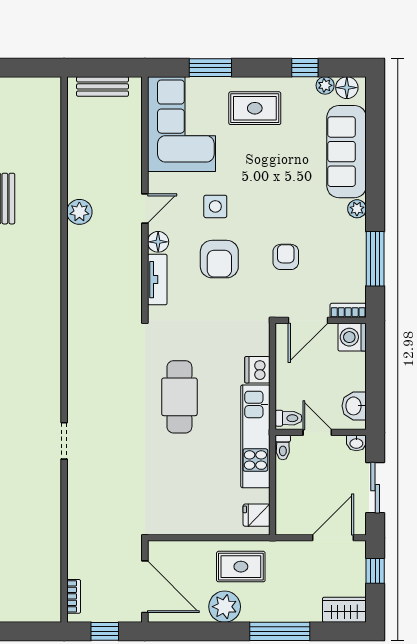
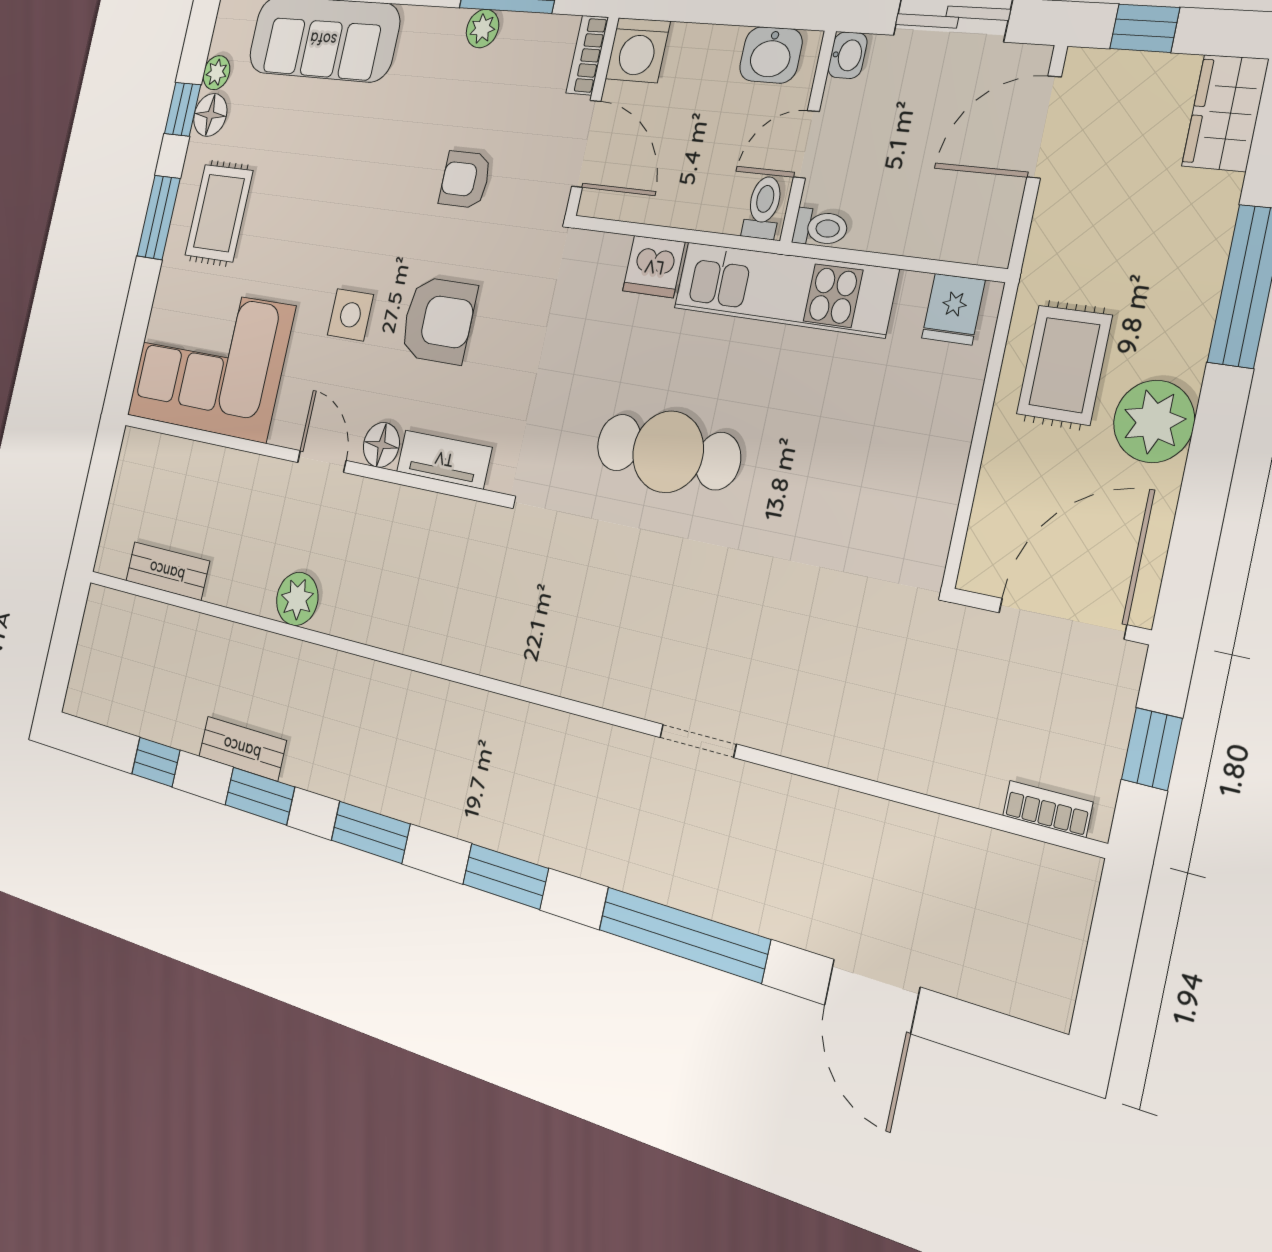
window: (210, 68) -> (158, 217), moved
bench: (103, 86) -> (167, 571), moved, turned 90
floor lamp: (347, 88) -> (210, 115), moved
plant: (357, 209) -> (482, 29), moved
door: (333, 538) -> (1044, 127), hinge flipped

